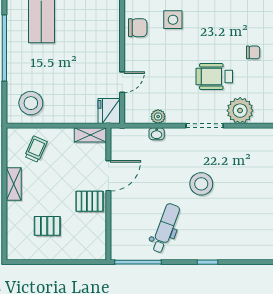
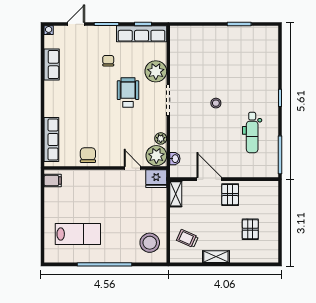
side table: (173, 20) -> (81, 126), removed
wheelchair: (214, 76) -> (128, 93), turned 180
plant: (137, 111) -> (156, 156), added
washbasin: (157, 134) -> (175, 159), moved
stool: (201, 184) -> (216, 103), width x0.53, depth x0.53
dental chair: (165, 228) -> (252, 132), turned -110

